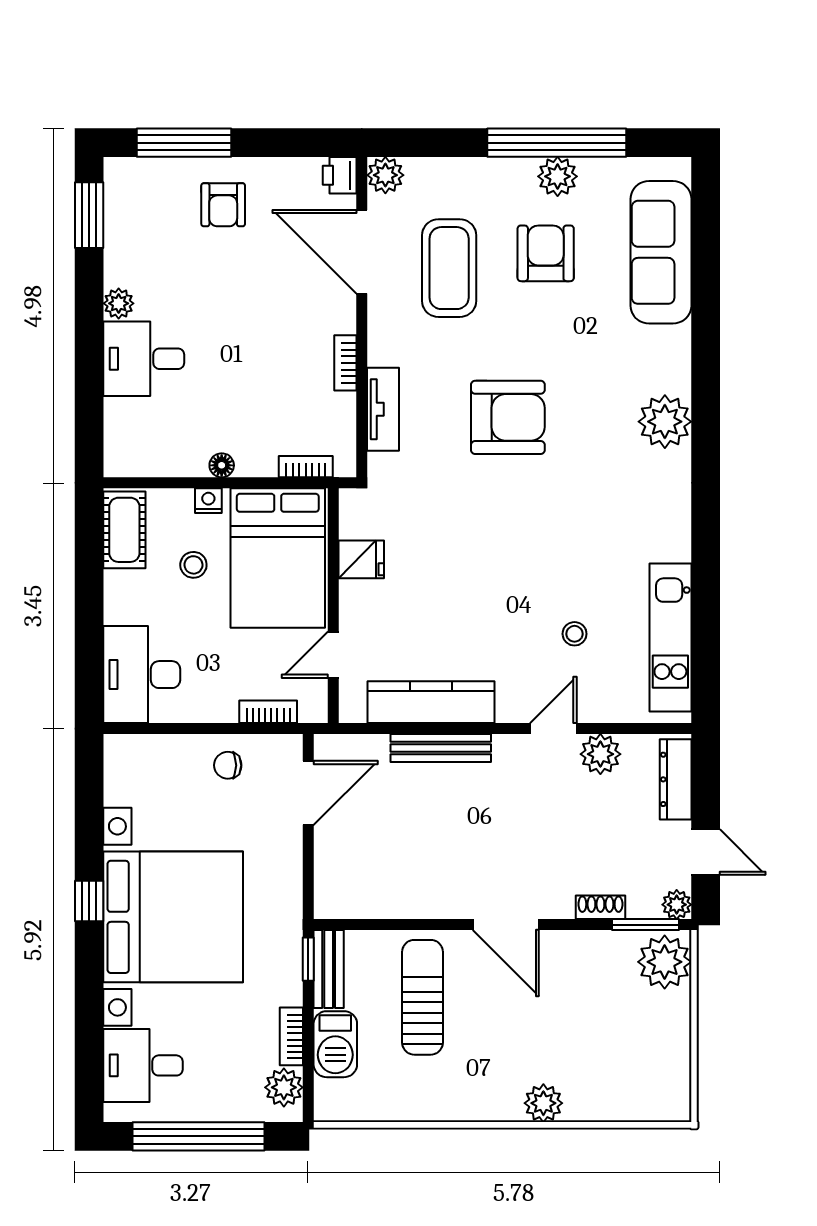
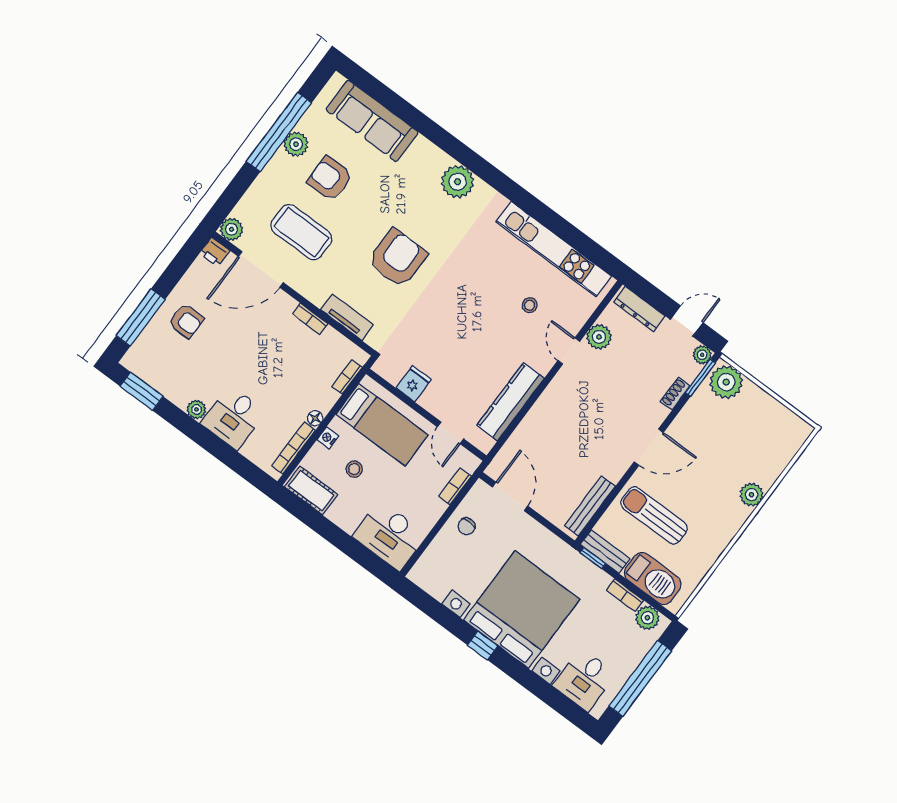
bookcase: (162, 466) -> (294, 448), added
bed: (278, 558) -> (382, 425), width x0.67
kitchen unit: (670, 637) -> (554, 249), width x1.36
bench: (441, 748) -> (590, 506), moved
barbecue: (335, 1044) -> (653, 578), width x1.37, depth x1.21

